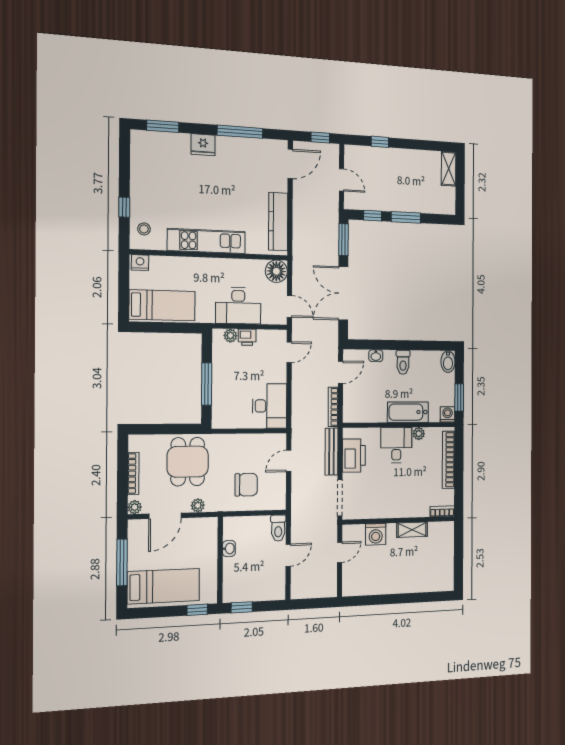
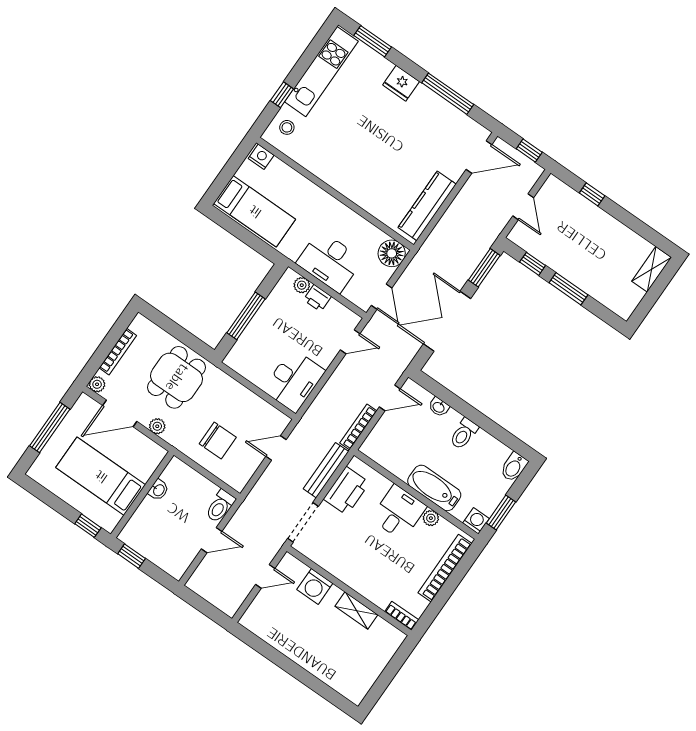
kitchen unit: (206, 241) -> (321, 72), moved, turned 90
bed: (163, 586) -> (101, 476), moved, turned 180

